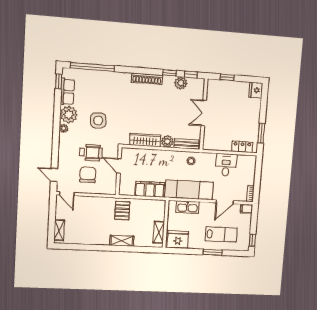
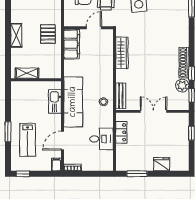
shoe rack: (147, 79) -> (184, 63), moved
fridge: (256, 90) -> (162, 164), moved
plant: (167, 141) -> (122, 76), removed
locker: (242, 147) -> (121, 132), moved
filing cabinet: (150, 189) -> (72, 44), moved
door: (225, 202) -> (63, 141), hinge flipped
pallet: (122, 211) -> (48, 34), turned 90
fridge: (178, 240) -> (20, 94), removed

